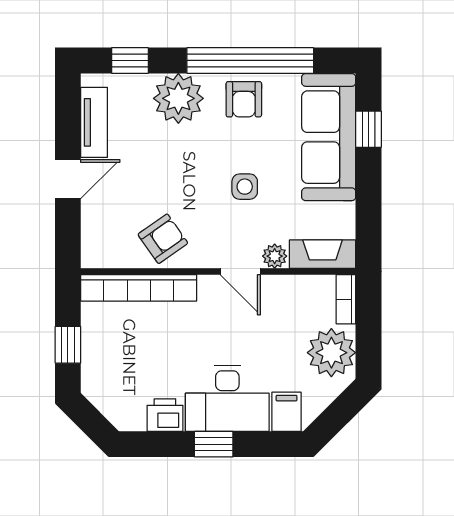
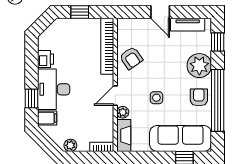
armchair: (244, 99) -> (199, 97), turned 90
plant: (331, 353) -> (70, 145), width x0.53, depth x0.53
window: (214, 444) -> (31, 99), moved

